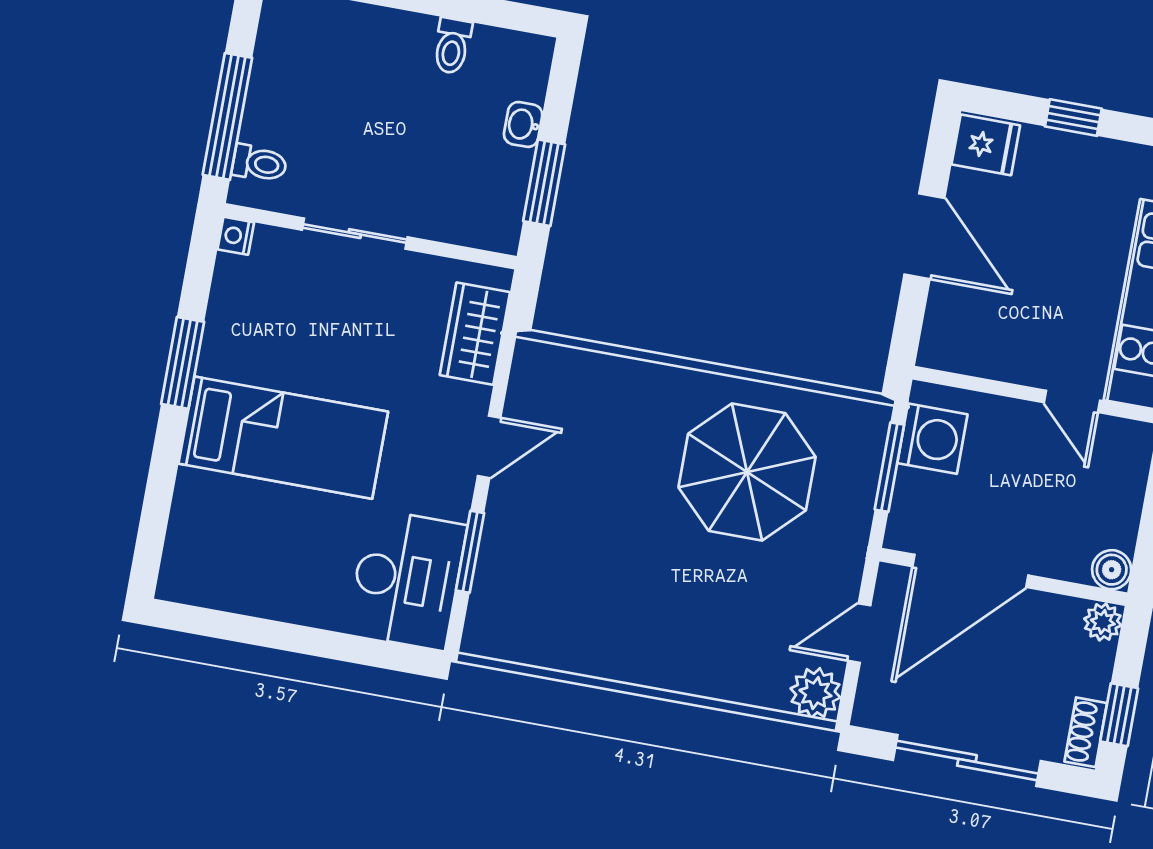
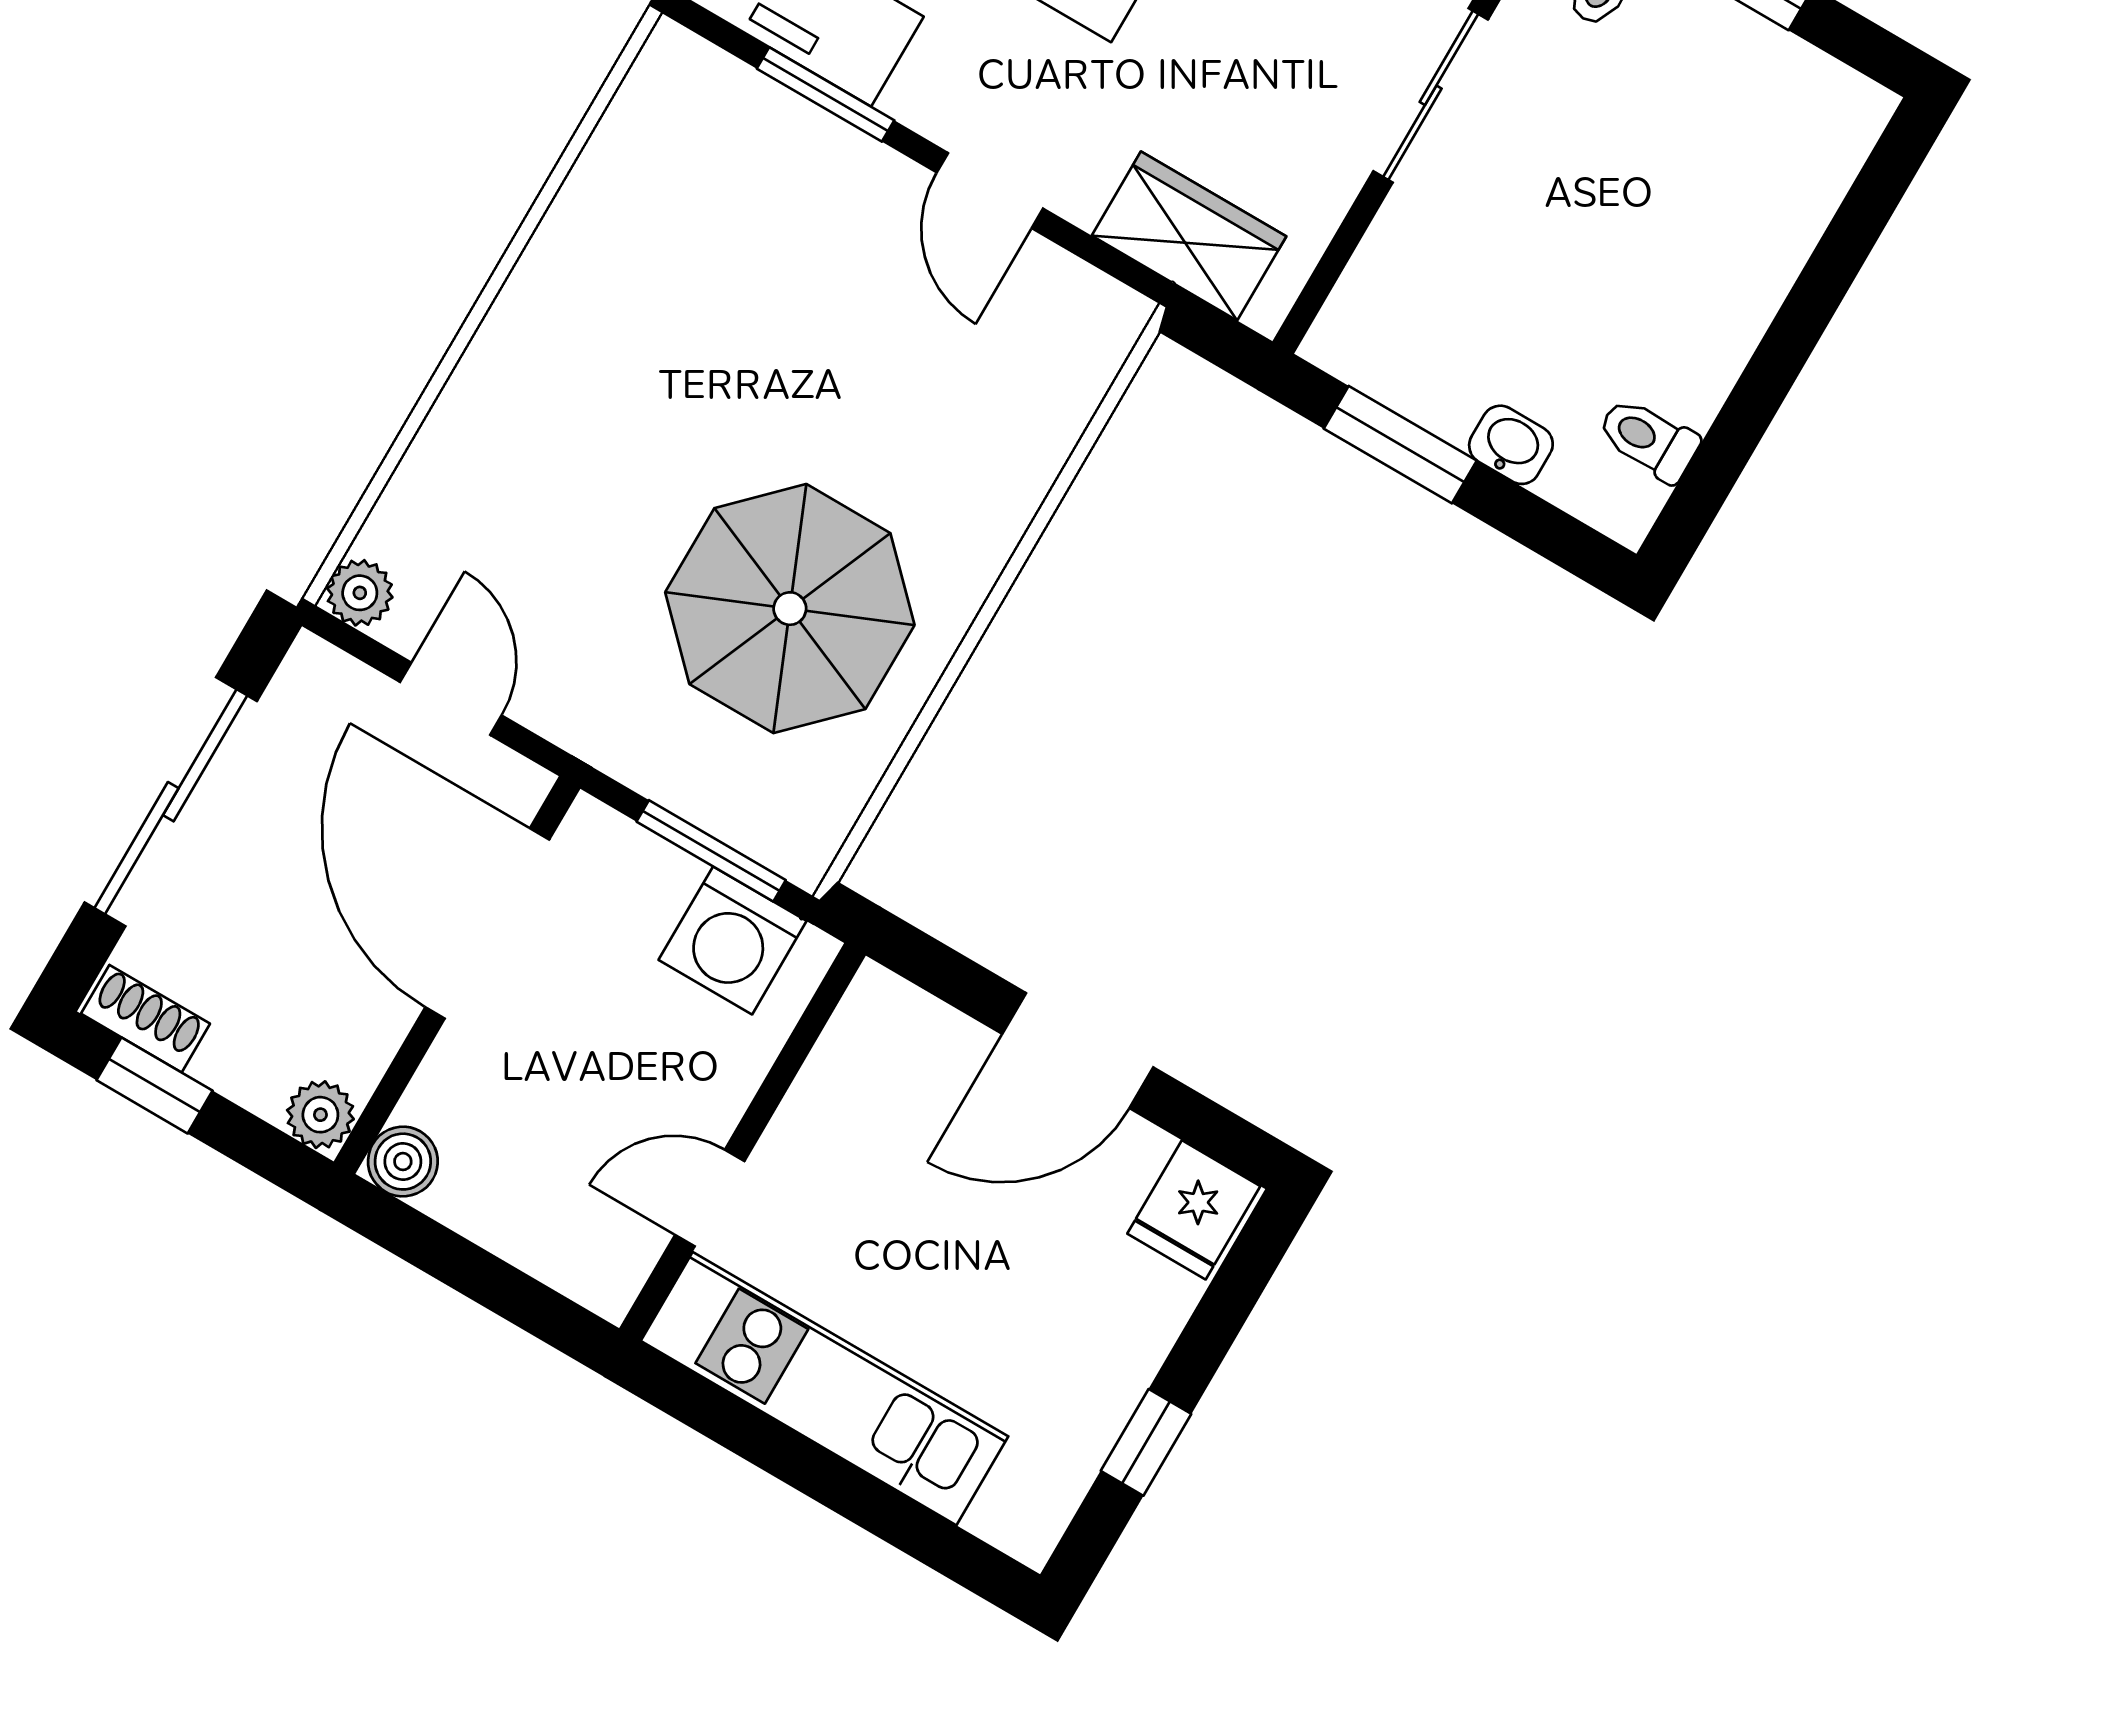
toilet: (452, 46) -> (1648, 439), moved
window: (1073, 118) -> (1146, 1442), moved
plant: (815, 693) -> (360, 593), width x0.73, depth x0.73

